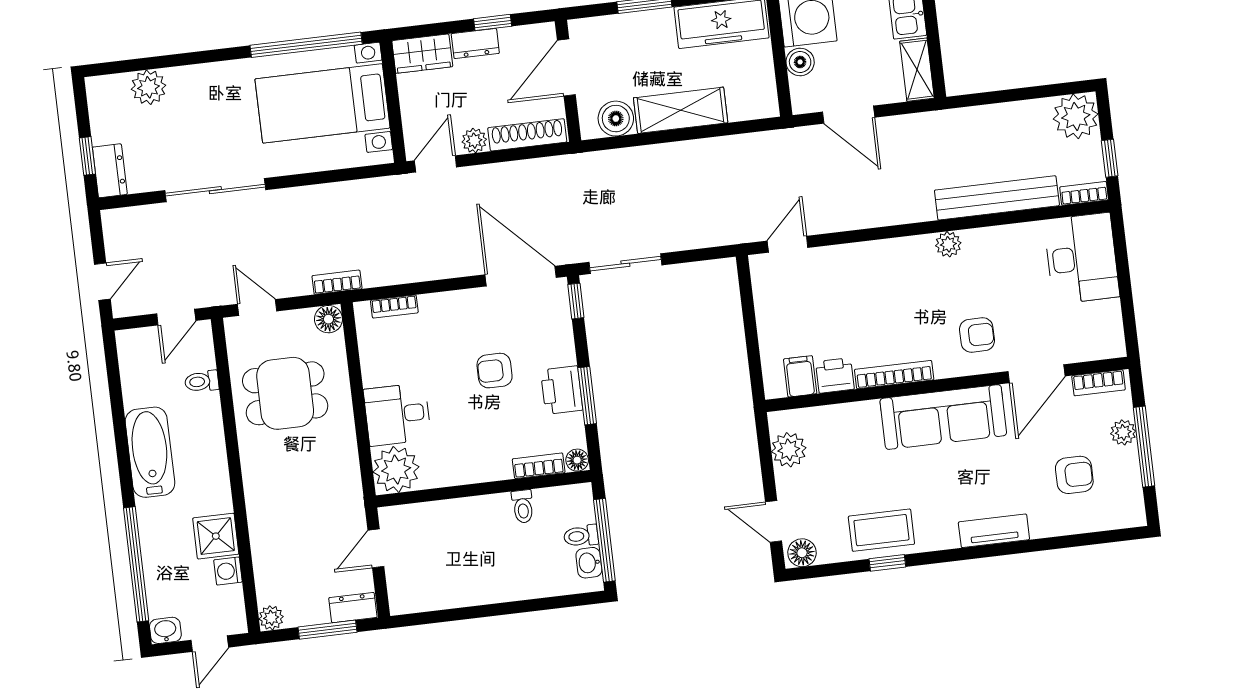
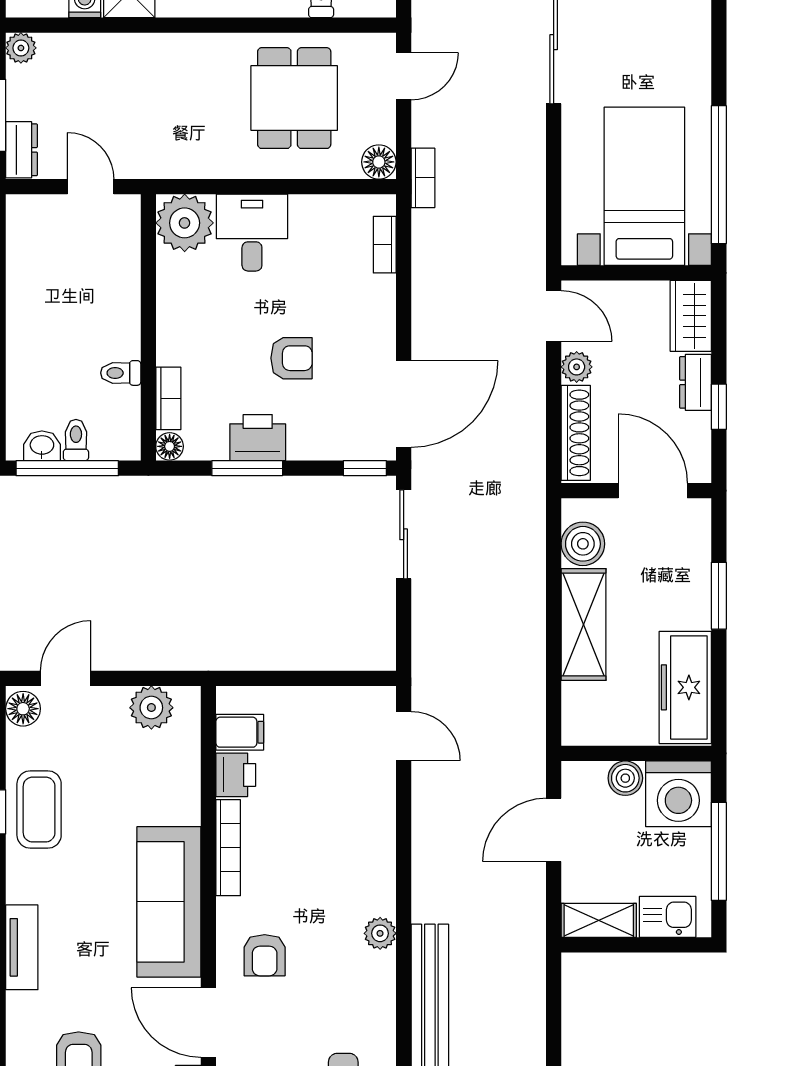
armchair: (495, 371) -> (291, 358), turned 90

